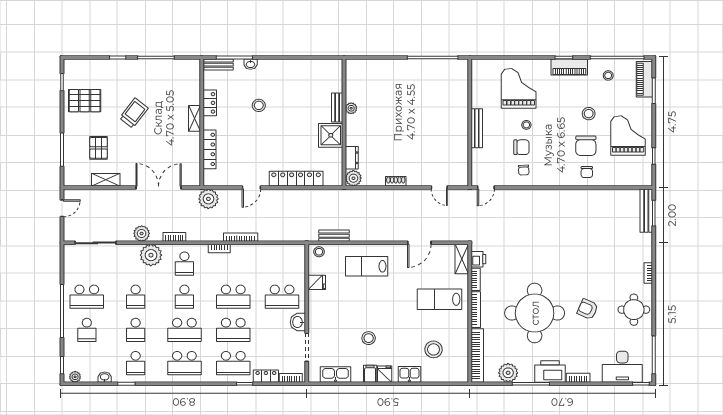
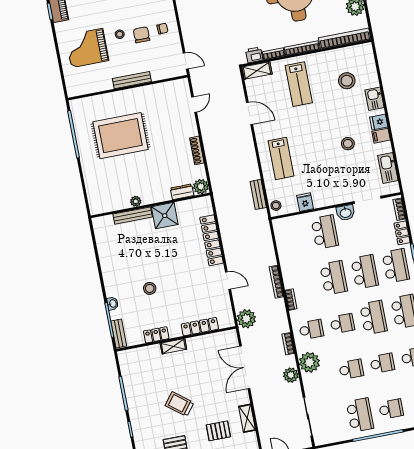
rug: (422, 106) -> (120, 136), added
bench: (337, 108) -> (133, 216), width x1.36
shoe rack: (396, 181) -> (197, 150), width x1.43

